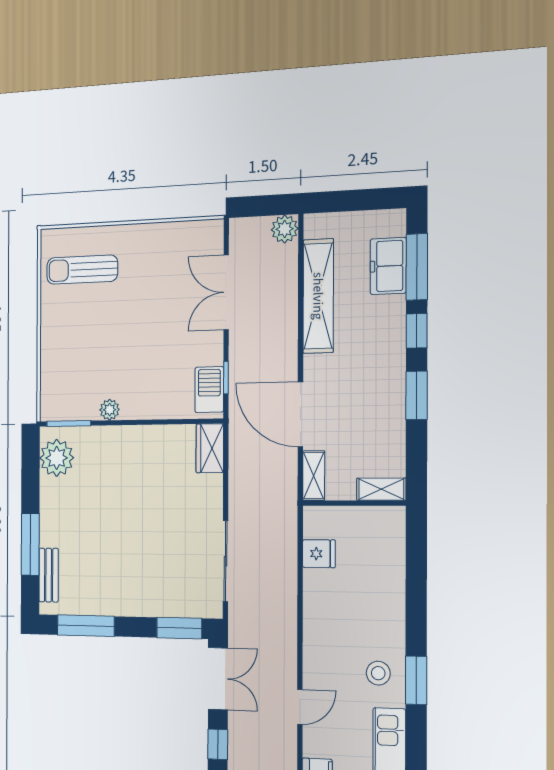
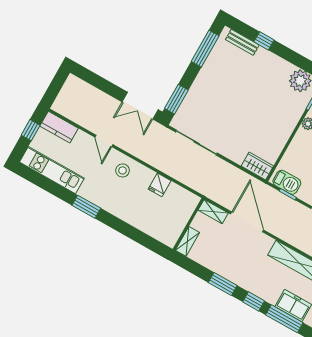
door: (300, 414) -> (247, 222), hinge flipped
window: (30, 544) -> (264, 41), width x0.46
fridge: (319, 554) -> (160, 185), moved
stool: (378, 673) -> (123, 170), moved
window: (218, 744) -> (108, 87), removed

